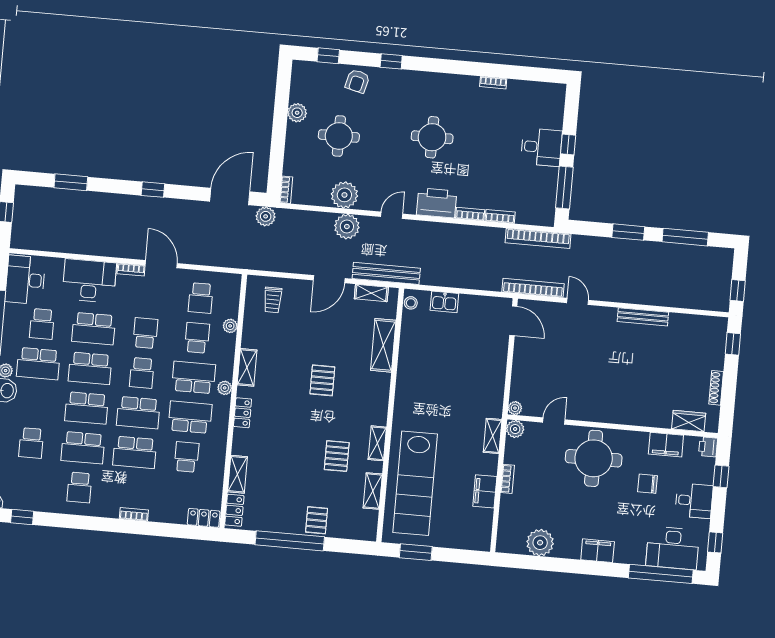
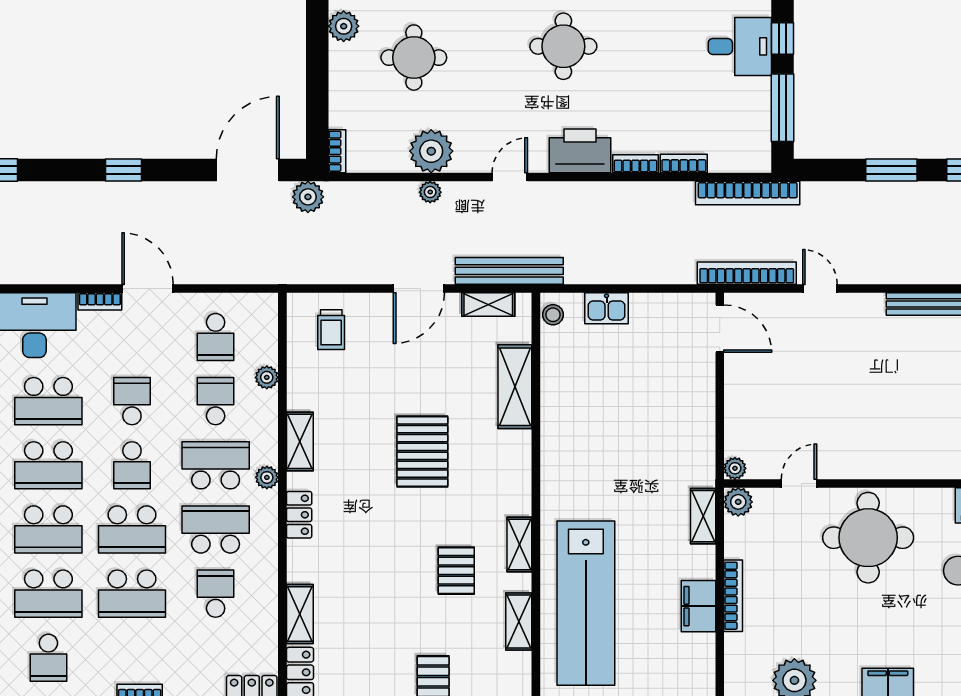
plant: (347, 227) -> (430, 192), width x0.53, depth x0.53
pallet: (322, 380) -> (422, 451), width x1.50, depth x1.42
bookcase: (508, 479) -> (733, 596), width x1.56

